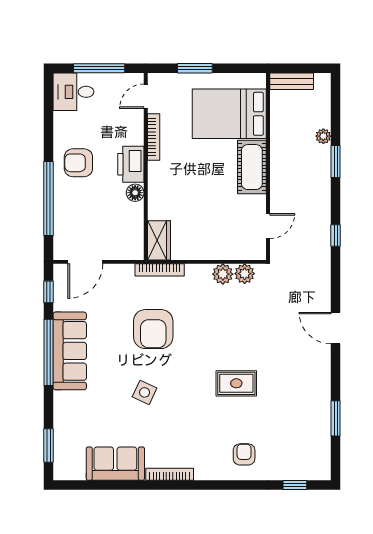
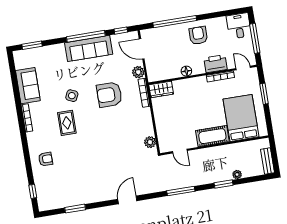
bench: (292, 81) -> (267, 161), moved
printer: (131, 164) -> (216, 64), moved
window: (336, 235) -> (181, 191), width x2.17
plant: (223, 274) -> (138, 72), moved
rug: (236, 383) -> (67, 123), moved

